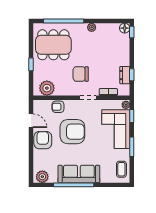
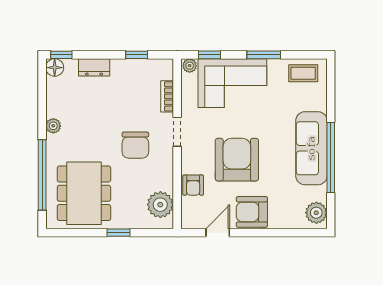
dresser: (125, 75) -> (94, 67), moved

